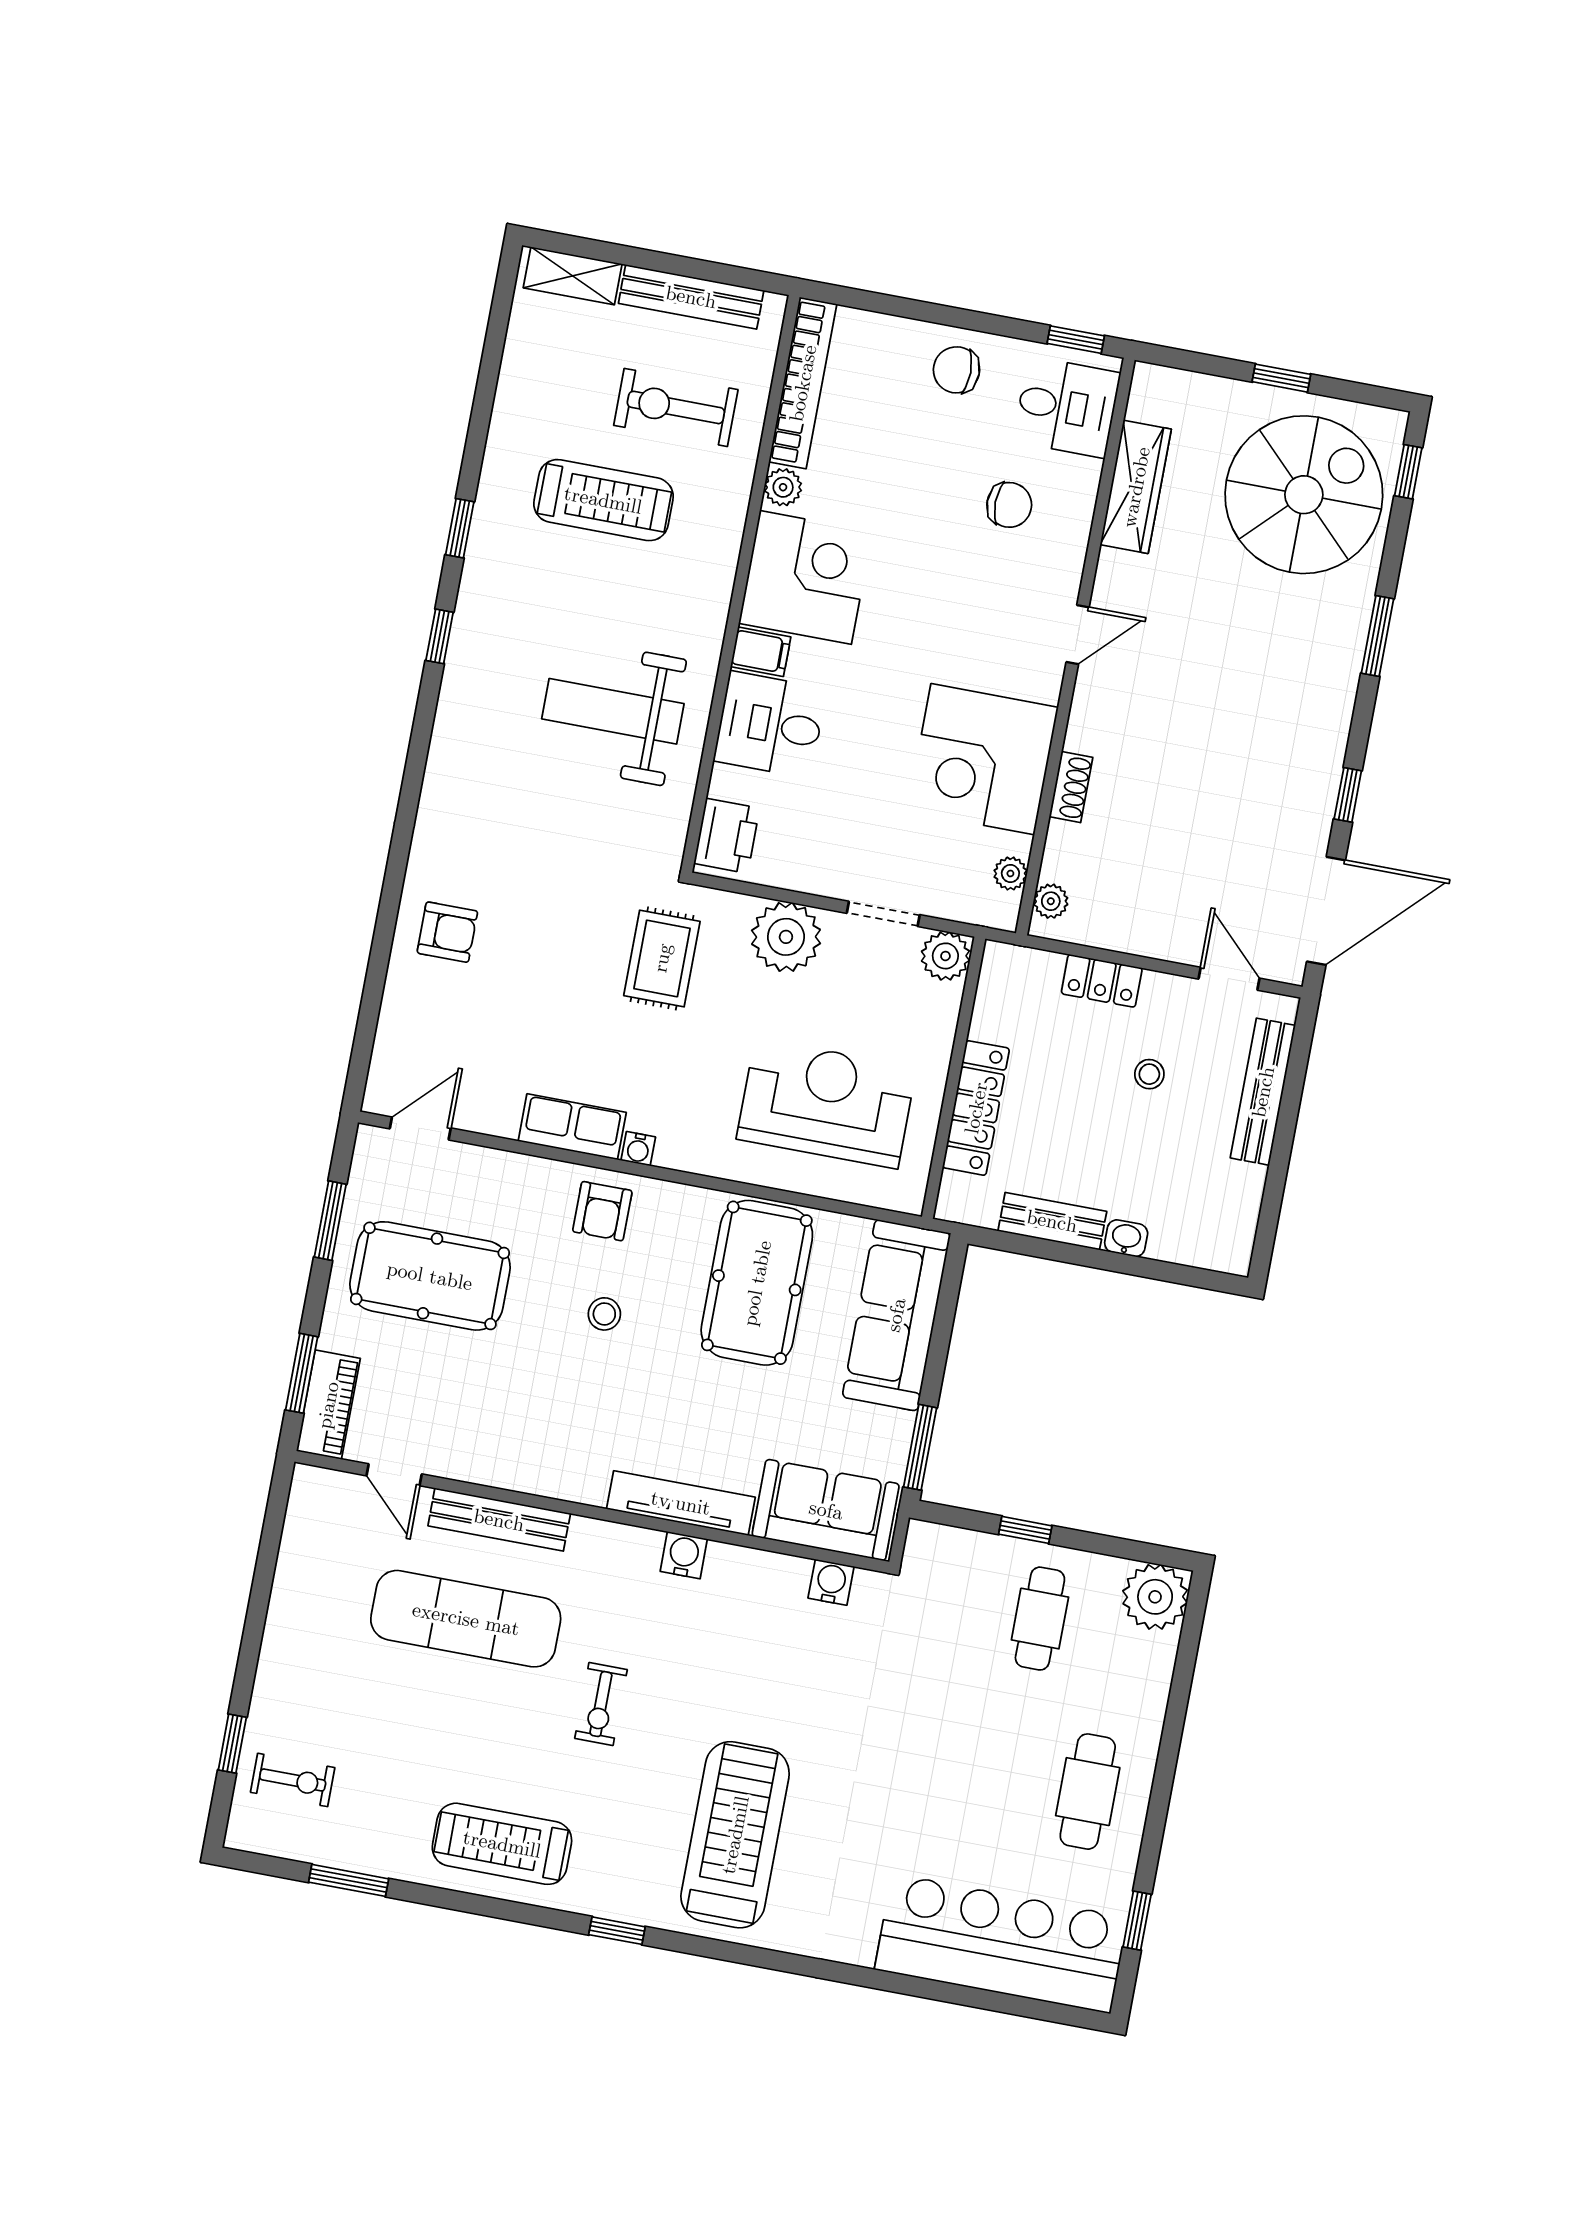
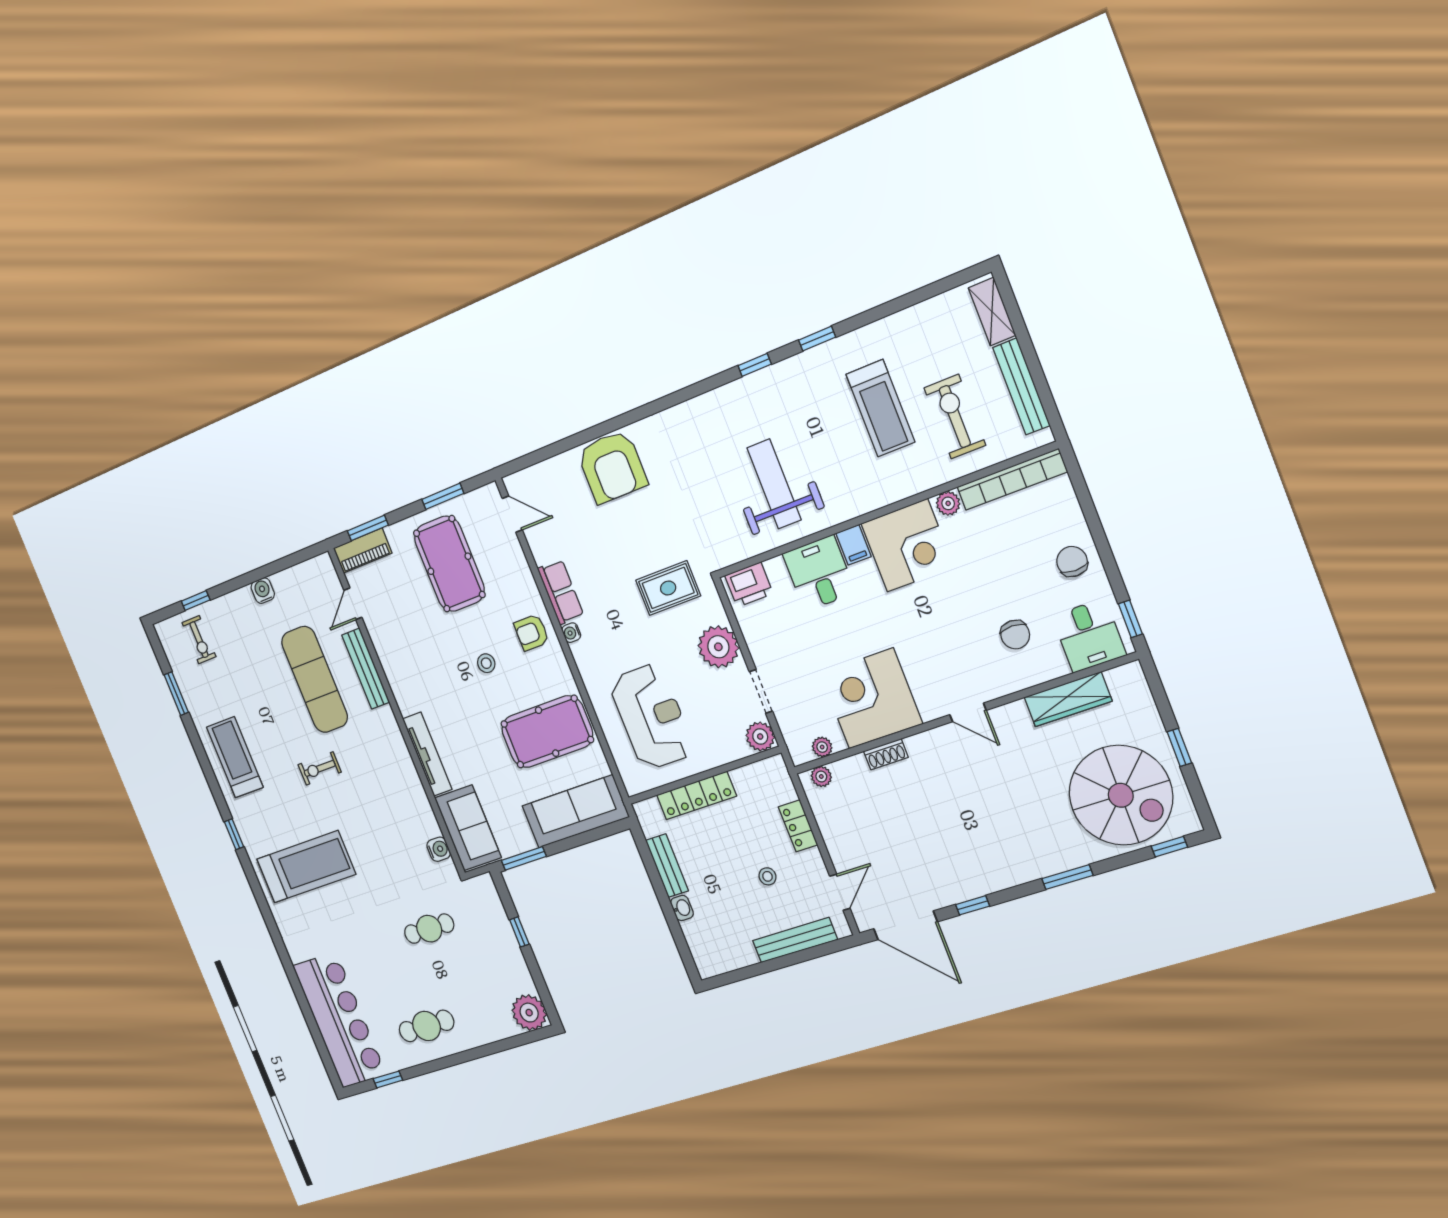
armchair: (447, 932) -> (612, 467), width x1.88, depth x1.88
water cooler: (684, 1555) -> (263, 591), moved, turned -90
cafe table: (1040, 1619) -> (429, 929), moved

